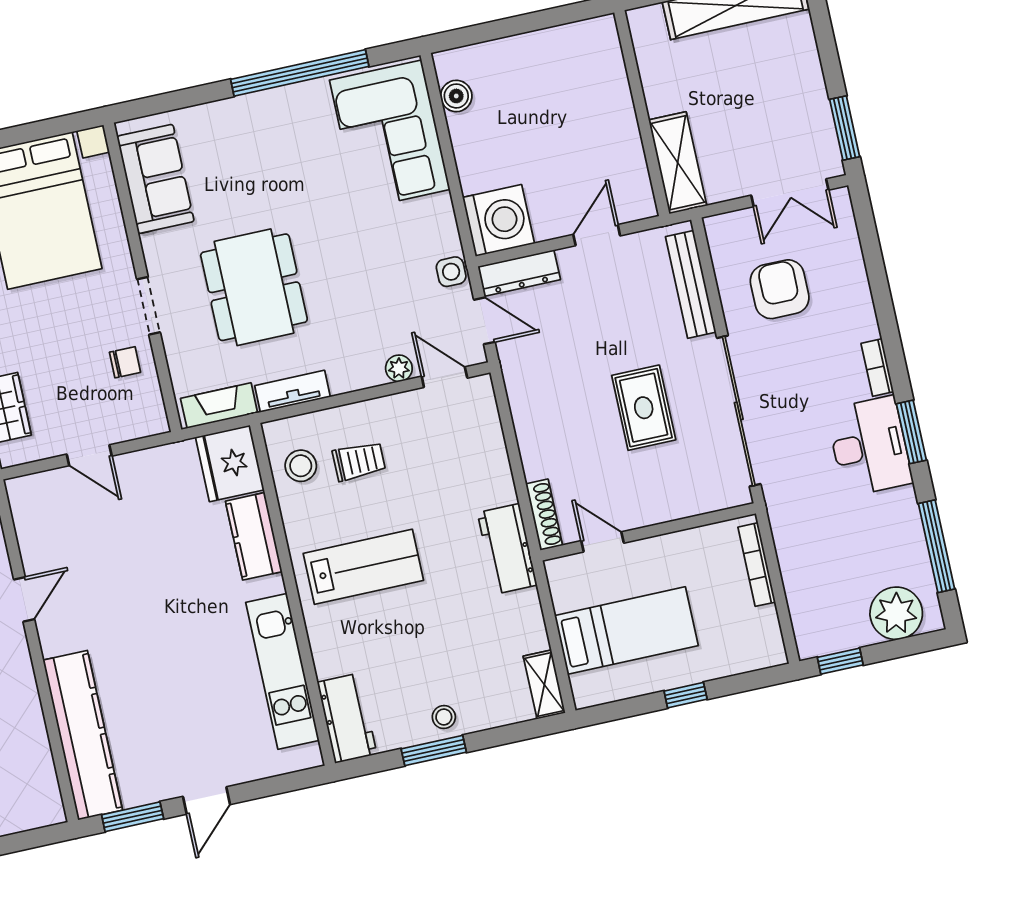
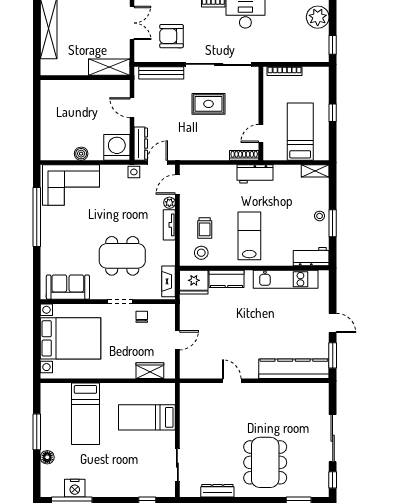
boiler: (456, 96) -> (81, 154), moved
tv unit: (292, 391) -> (169, 225), moved
trolley: (359, 461) -> (205, 228), turned 180

